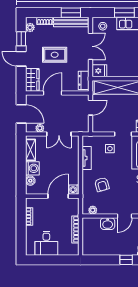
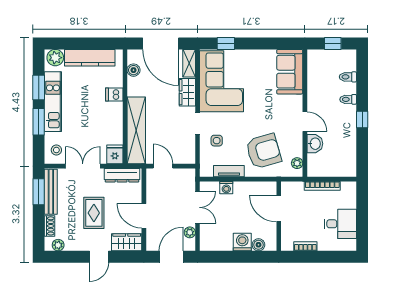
window: (21, 39) -> (73, 257), removed
dresser: (84, 80) -> (122, 175), width x1.44
shelving: (30, 150) -> (218, 245), removed
armchair: (102, 184) -> (263, 151), width x1.88, depth x1.88
washing machine: (74, 190) -> (226, 188), moved

